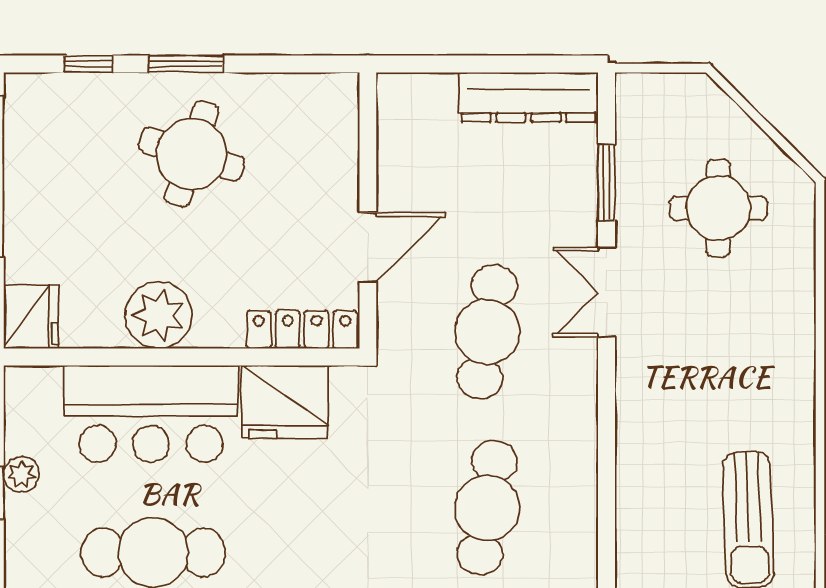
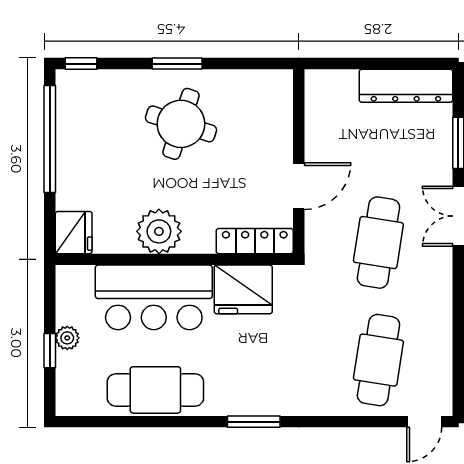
window: (88, 64) -> (81, 64), moved

